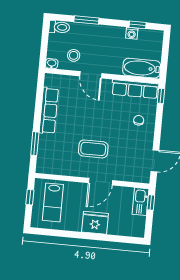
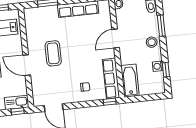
stool: (74, 55) -> (152, 42), moved

